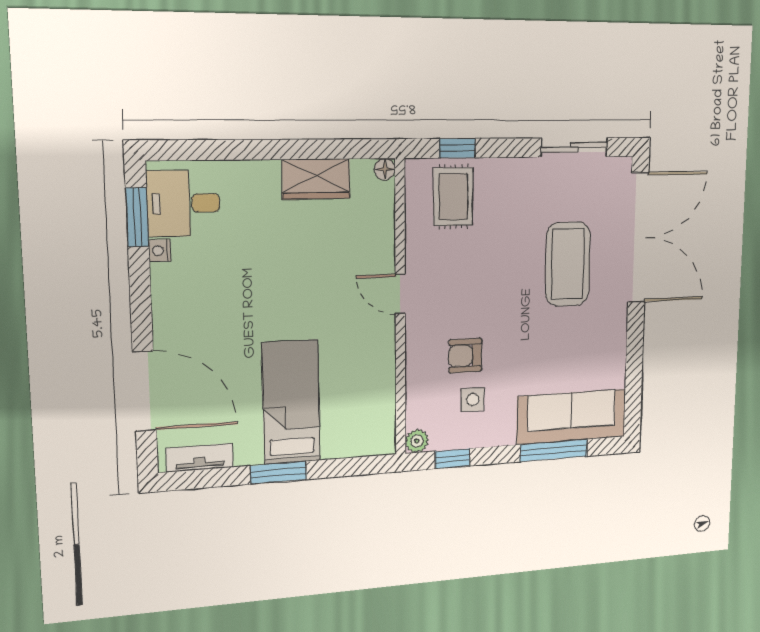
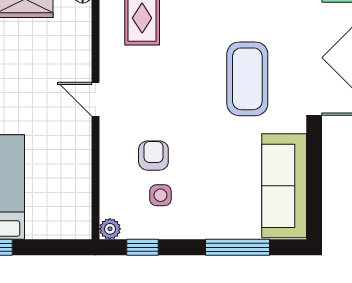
armchair: (465, 356) -> (153, 156), turned 90
sofa: (572, 417) -> (284, 186), moved, turned -90

